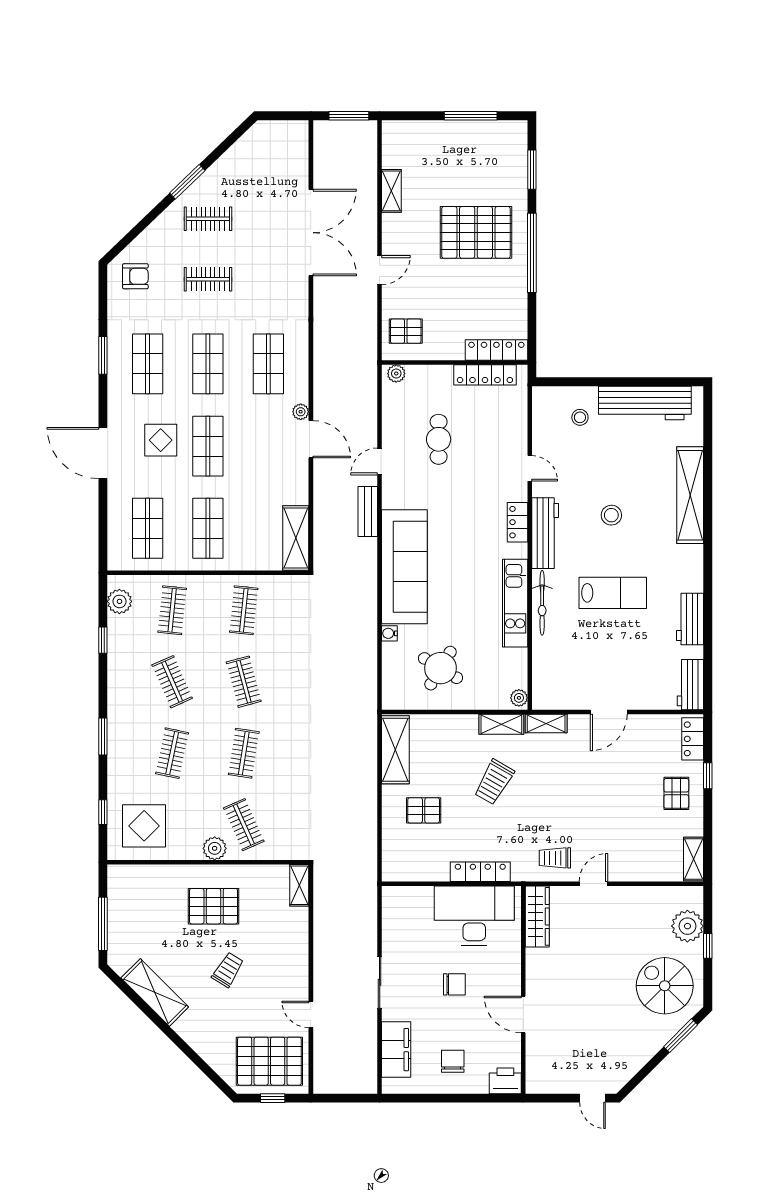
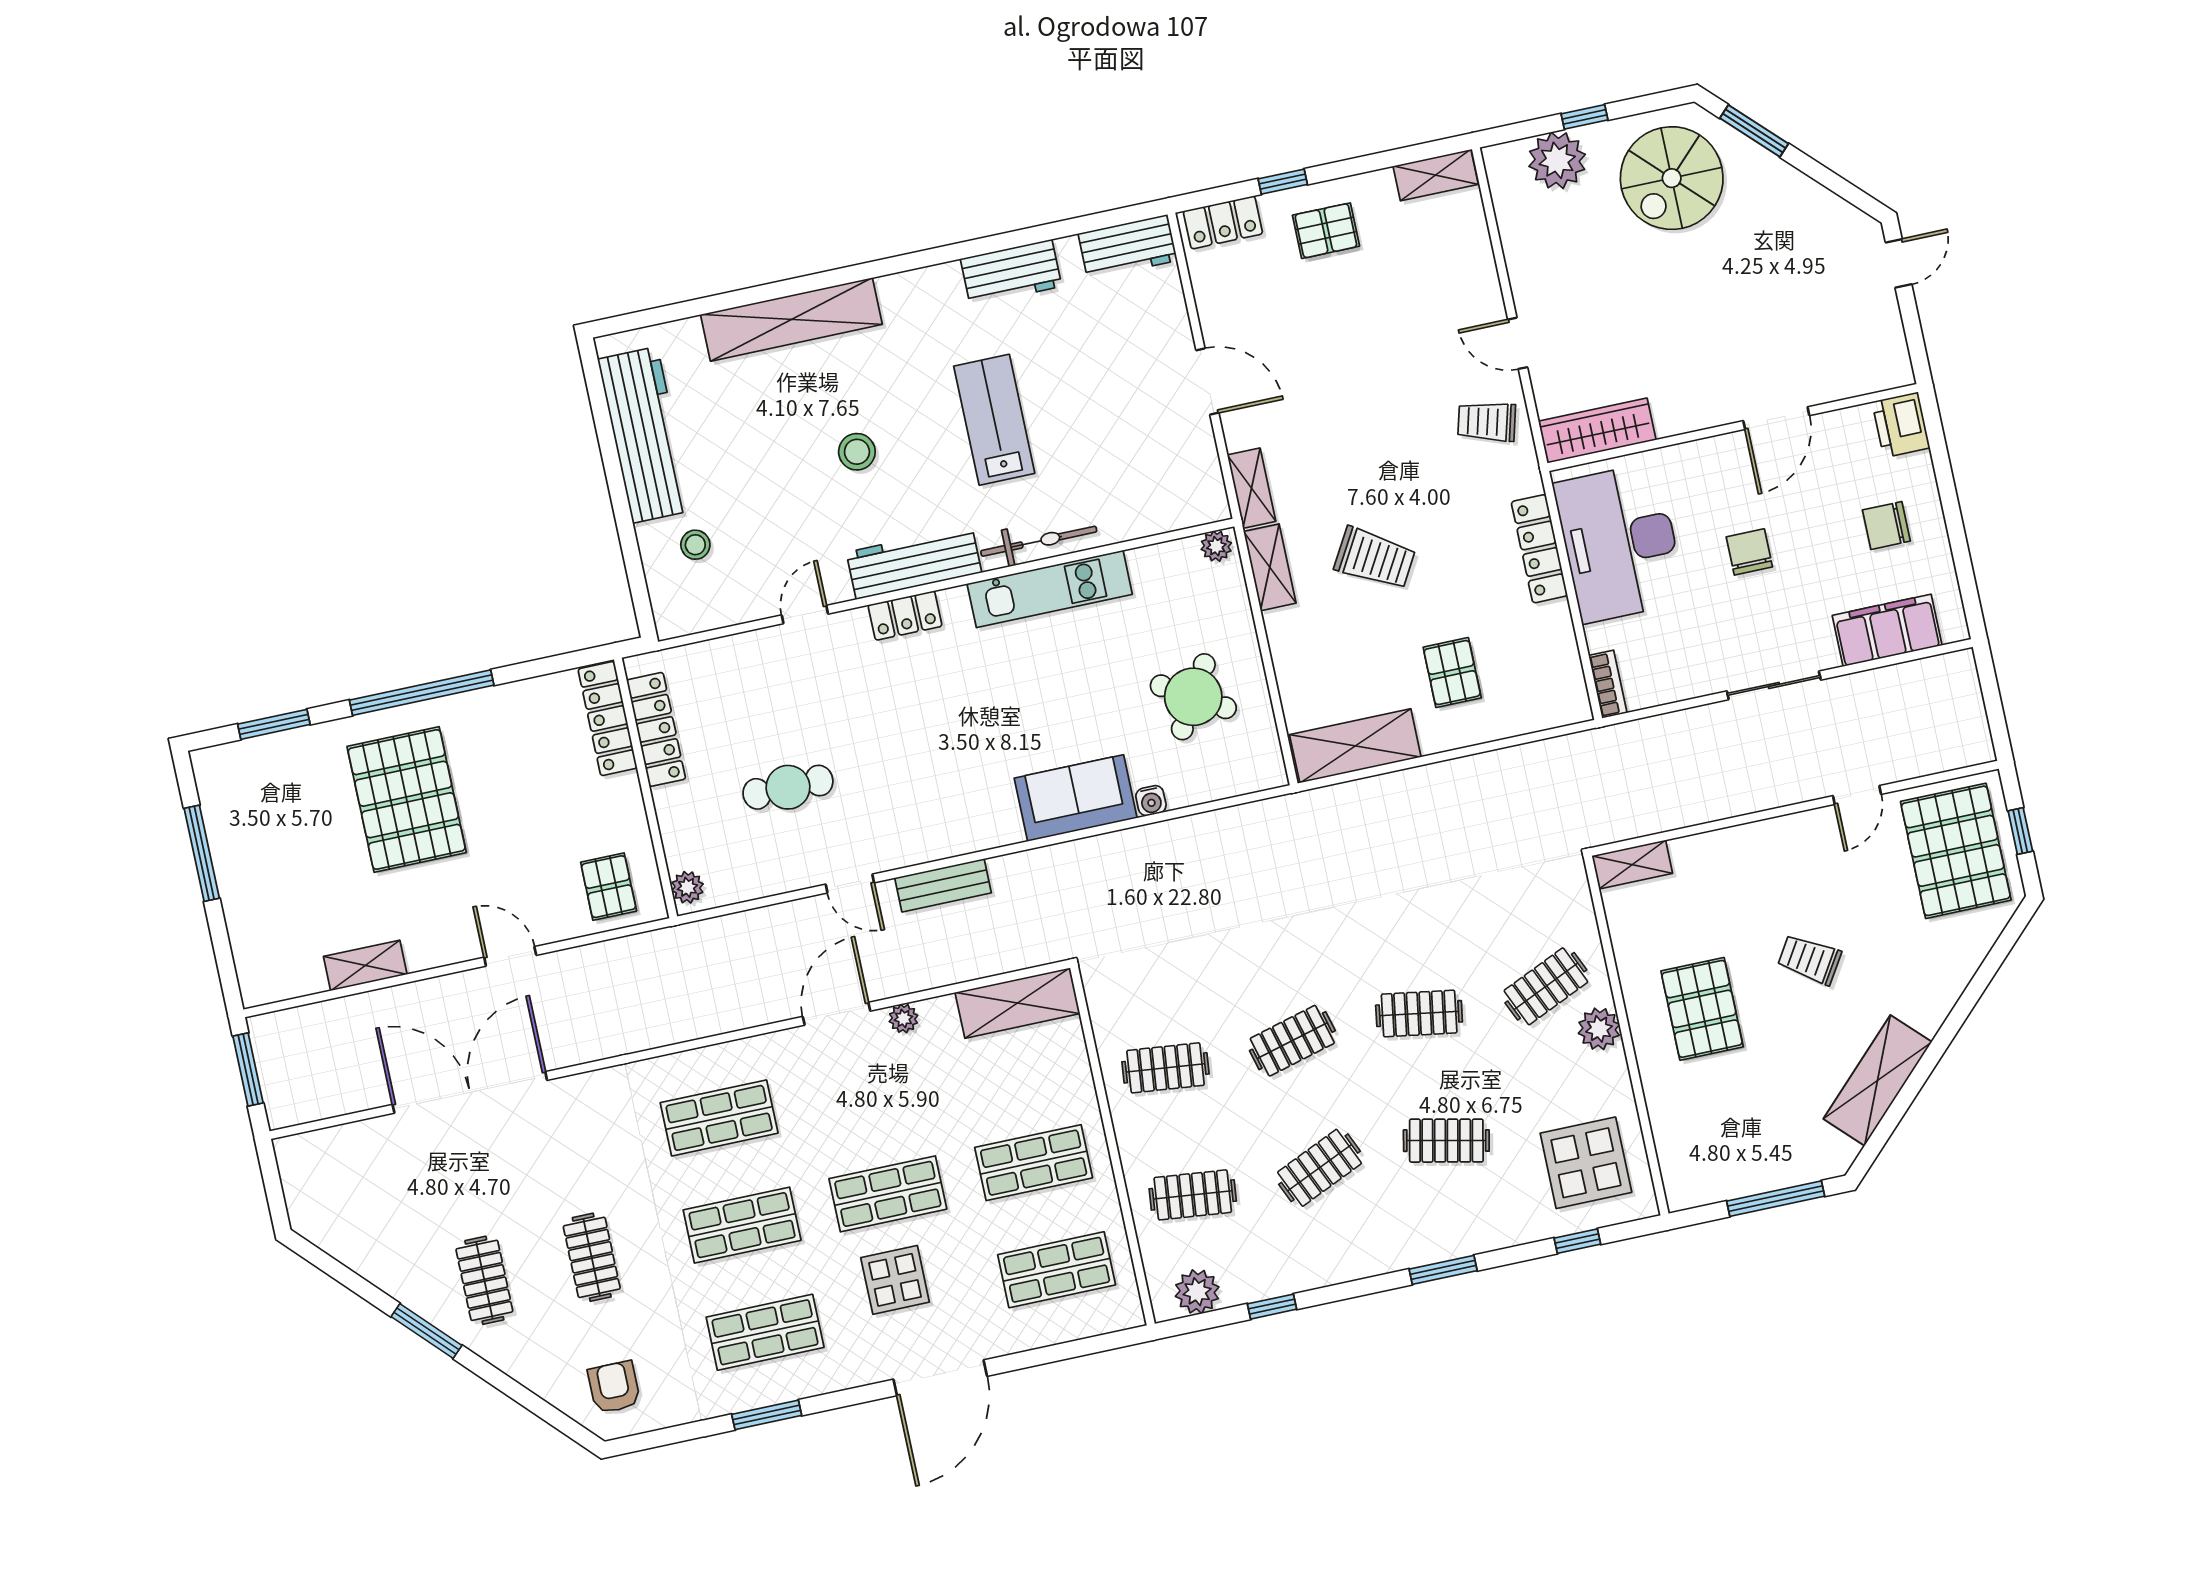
plant: (301, 412) -> (903, 1018), moved
sofa: (404, 567) -> (1076, 798), width x0.54, depth x0.79
trolley: (555, 858) -> (1487, 422), turned 105
bookcase: (399, 893) -> (1608, 684), added

